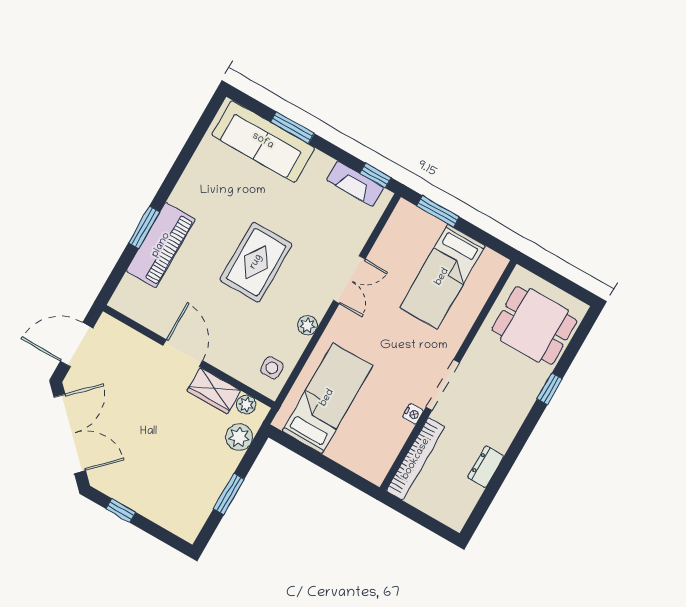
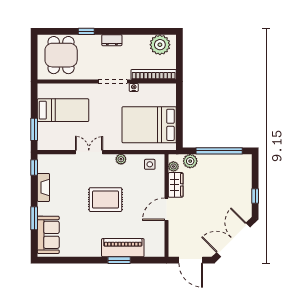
sofa: (263, 141) -> (48, 235), width x0.73
fireplace: (355, 184) -> (43, 187), moved
bed: (327, 398) -> (149, 125), width x1.50
dresser: (486, 467) -> (112, 40), moved
window: (229, 494) -> (219, 151), width x2.11
plant: (458, 497) -> (160, 45), added

